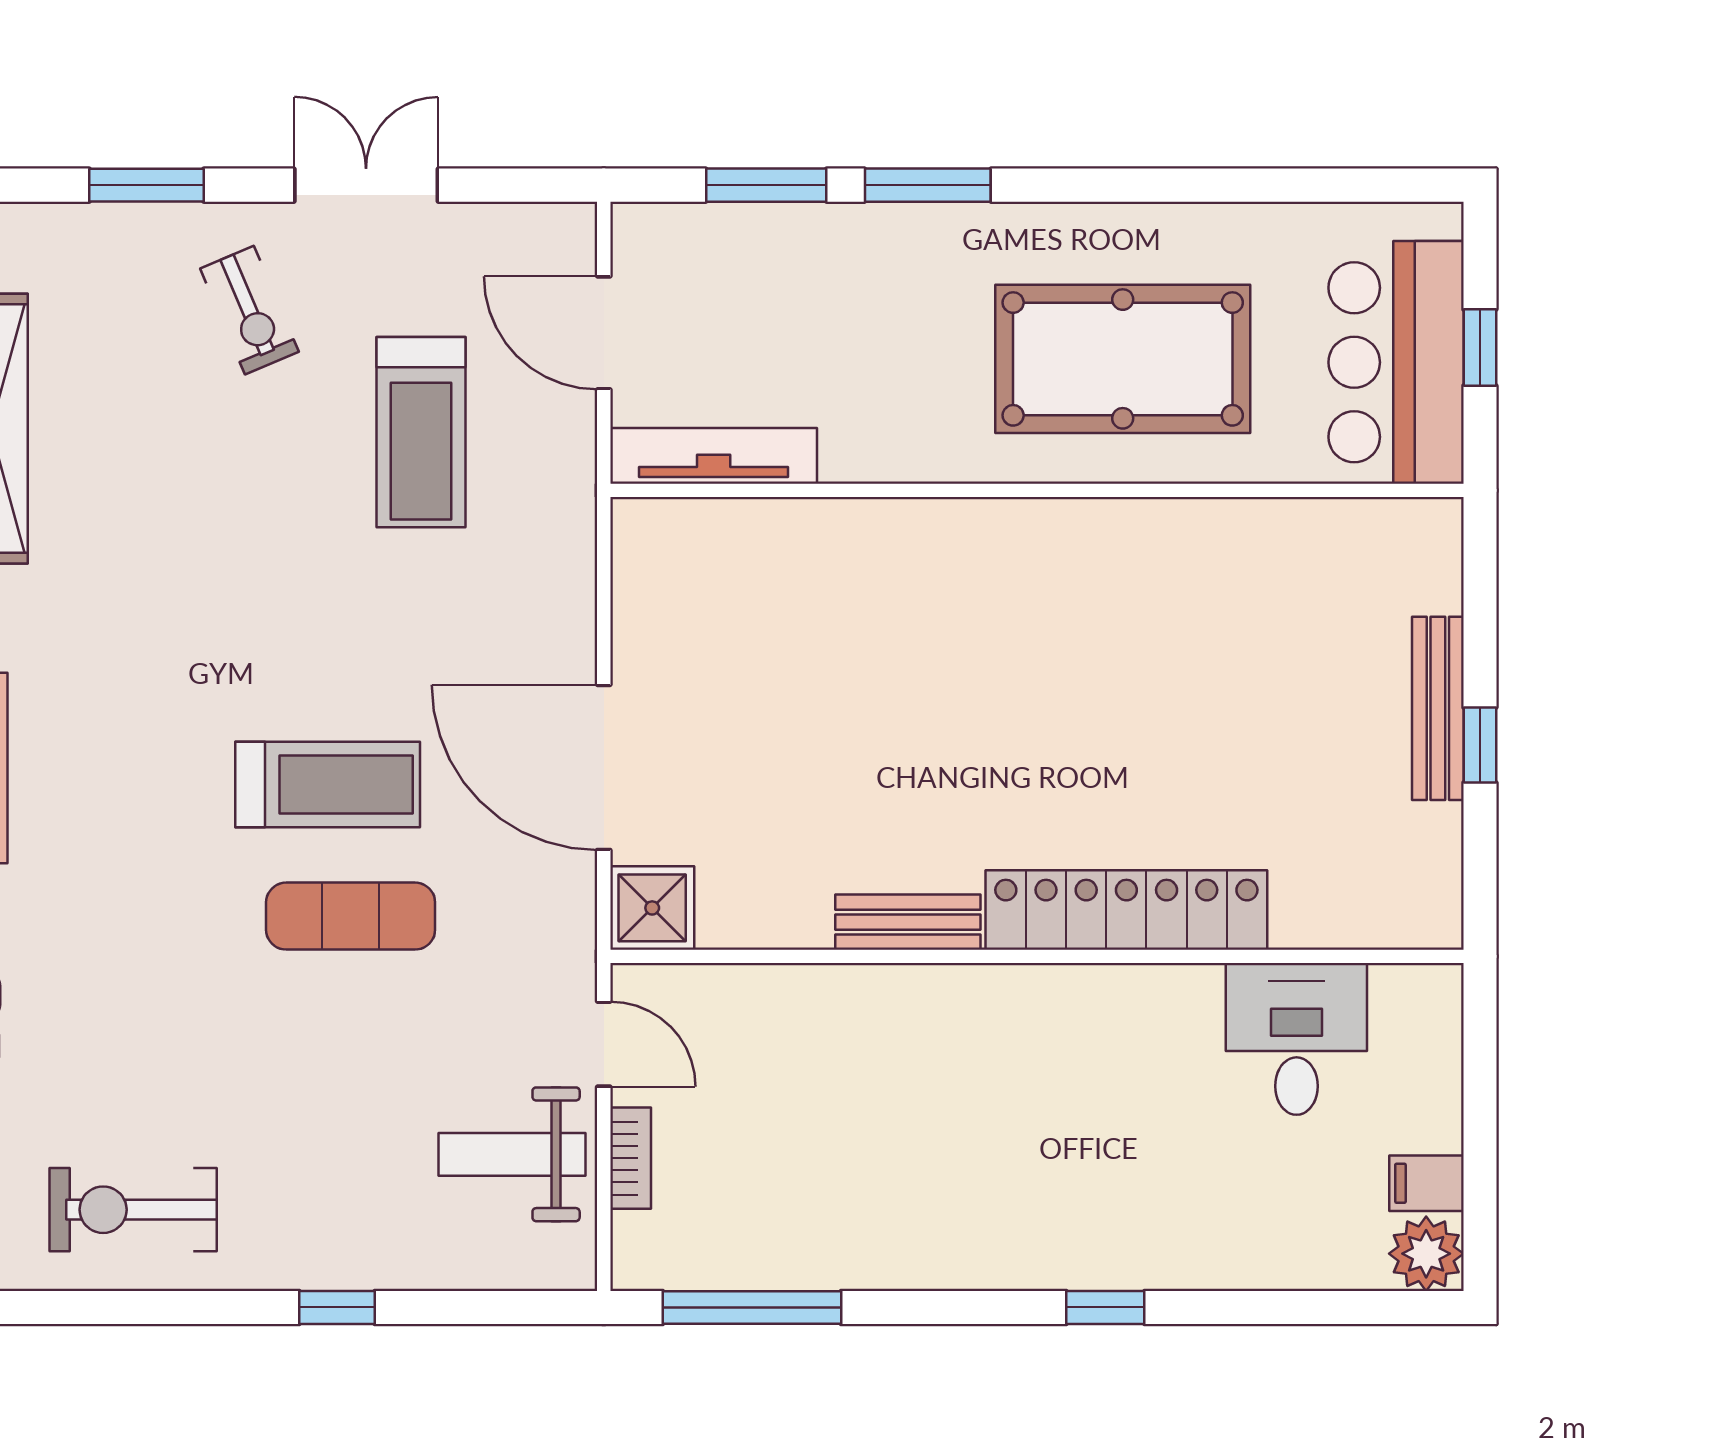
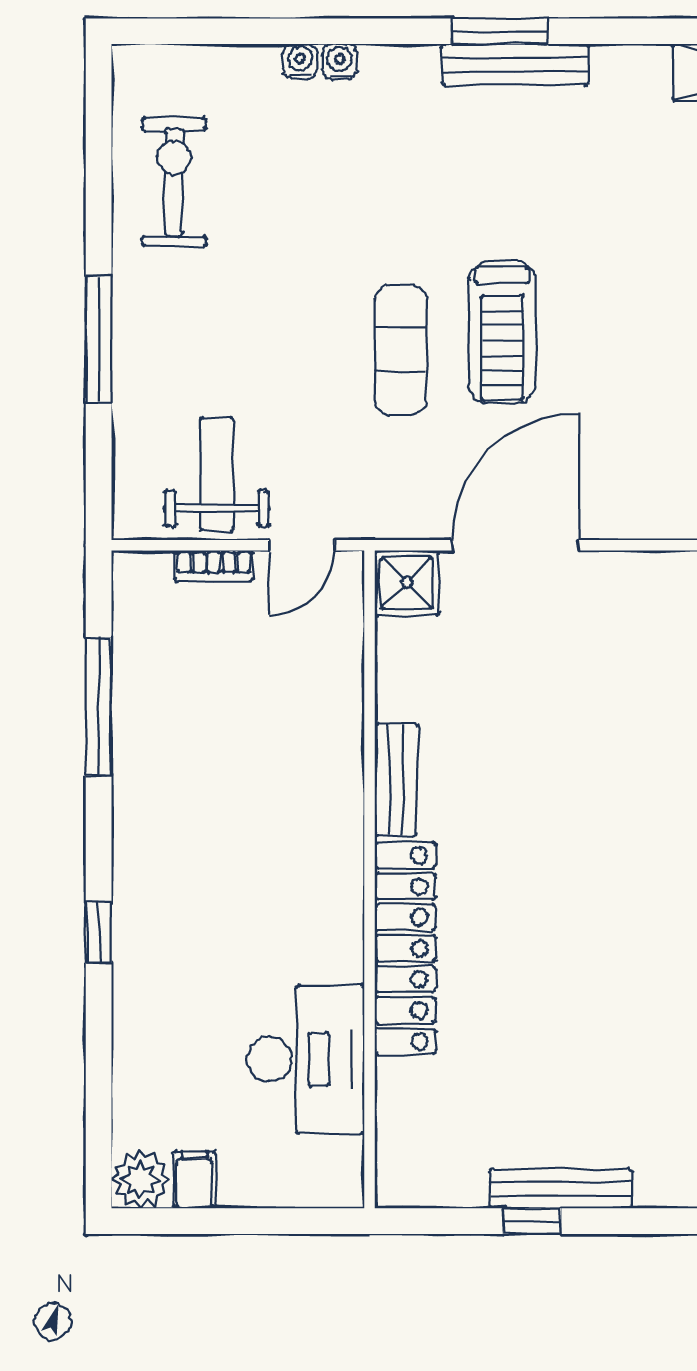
desk: (1296, 1039) -> (306, 1059), width x1.37
window: (337, 1307) -> (99, 339), width x2.17
window: (752, 1307) -> (99, 706), moved

